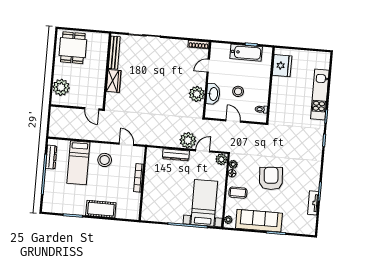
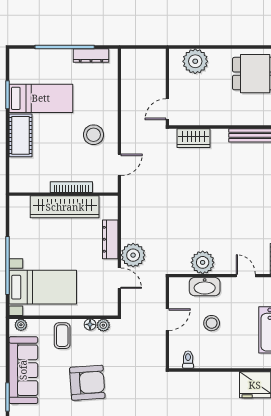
wardrobe: (114, 81) -> (194, 138), moved
plant: (221, 159) -> (109, 307), removed
bed: (78, 163) -> (41, 98), moved, turned 180
wardrobe: (151, 183) -> (65, 207), added

